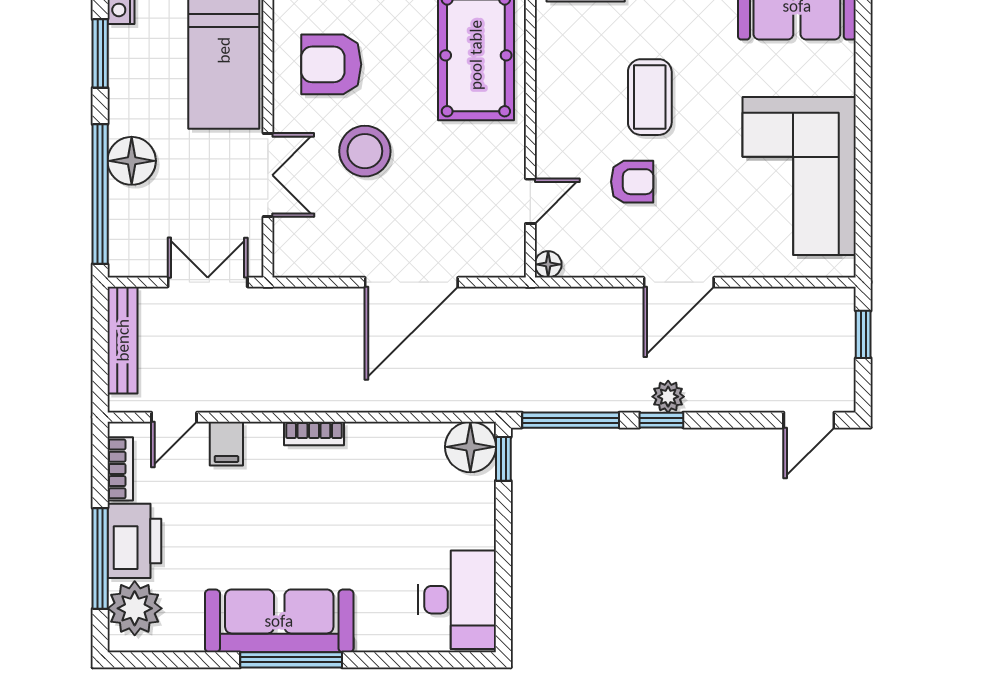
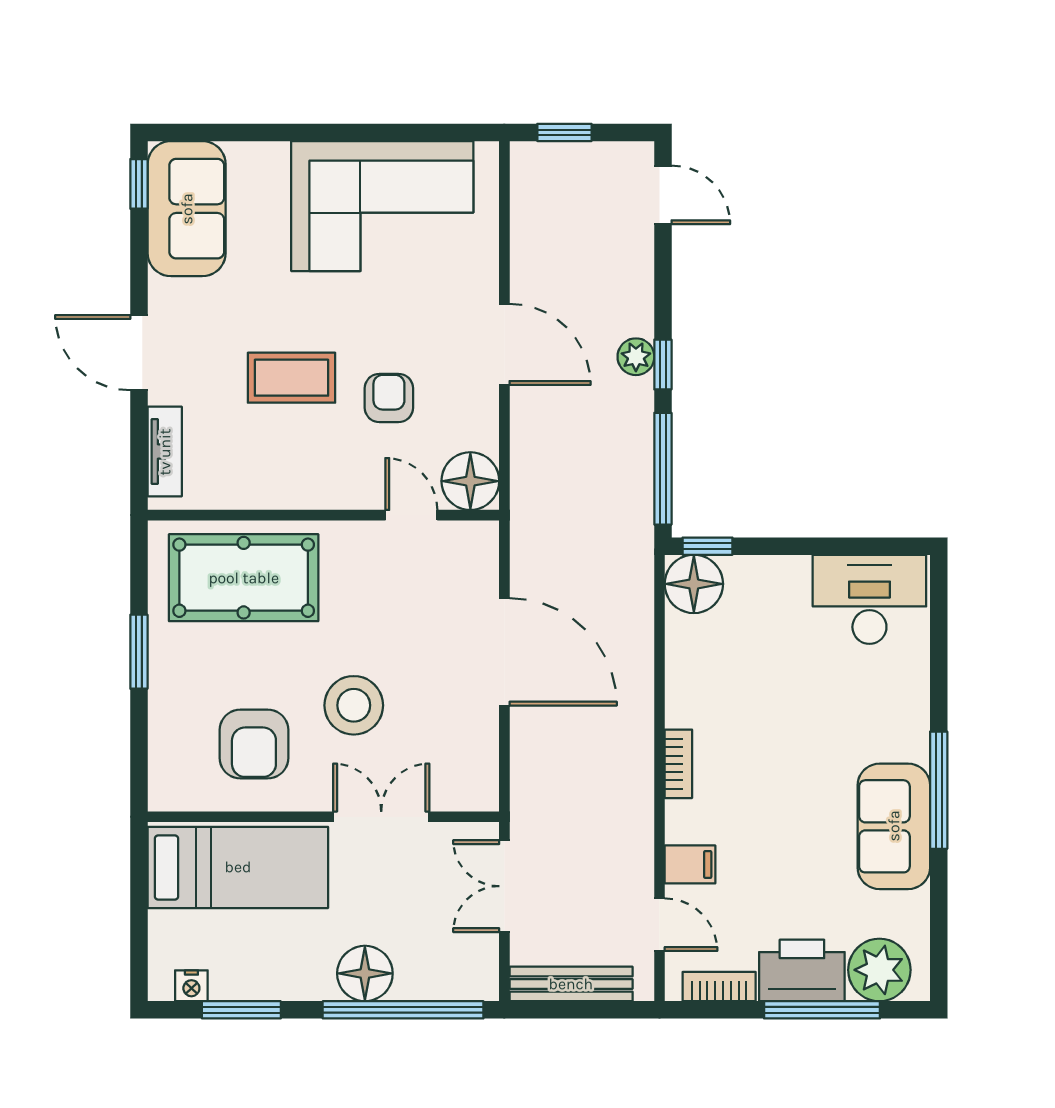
floor lamp: (548, 264) -> (470, 481), width x1.89, depth x1.89
sofa: (279, 621) -> (894, 826), width x0.73

